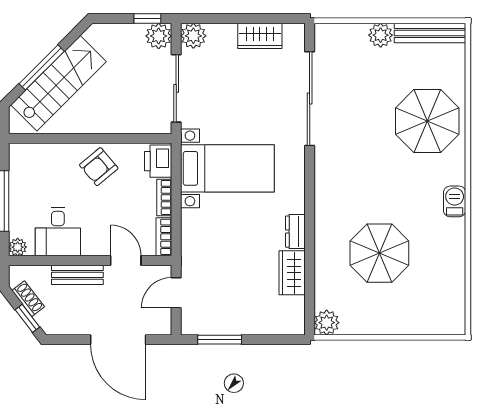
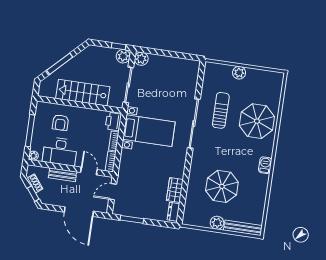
bench: (430, 33) -> (243, 228), moved
wardrobe: (260, 36) -> (176, 64), removed
stairs: (58, 83) -> (83, 93), moved, turned -135
sliding door: (310, 99) -> (194, 123), moved
sun lounger: (357, 111) -> (221, 110), added
armchair: (99, 167) -> (60, 123), moved, turned -50
desk: (58, 232) -> (60, 151), width x1.37
dresser: (295, 232) -> (173, 212), moved
plant: (327, 323) -> (217, 223), moved

